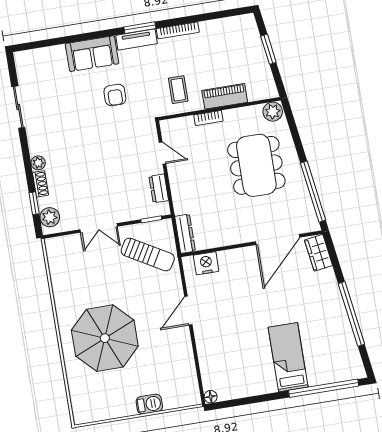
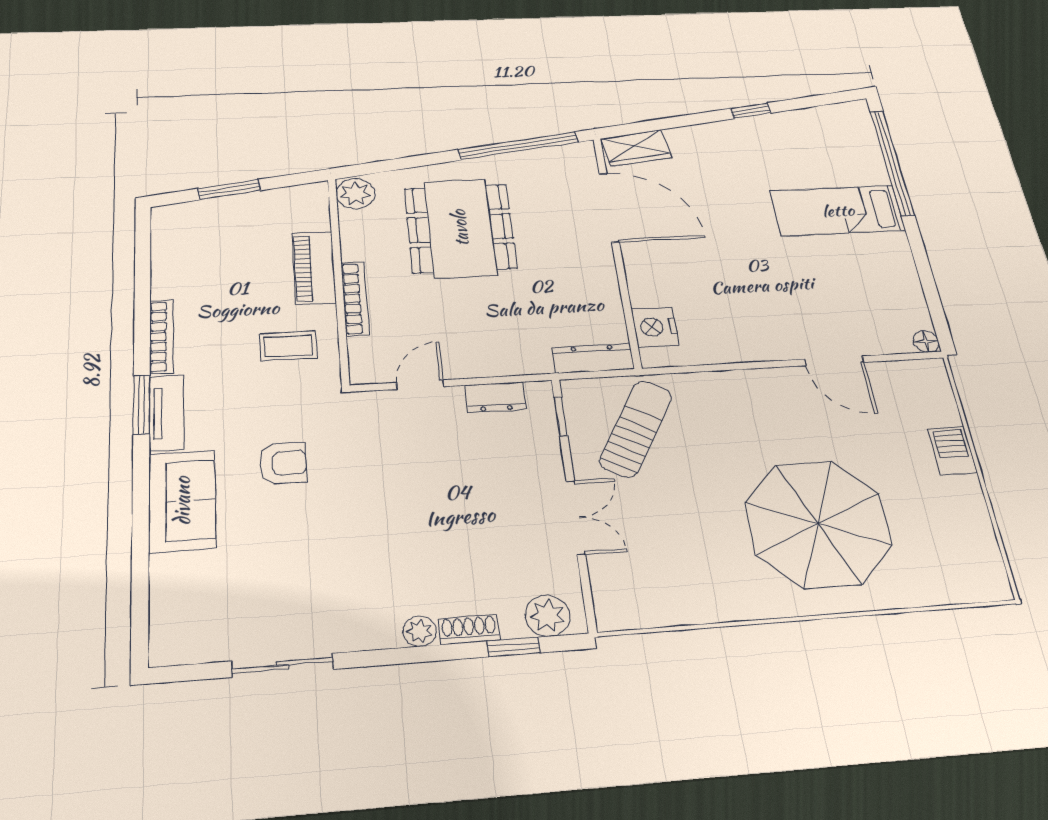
bookcase: (208, 118) -> (355, 299), width x1.56
dining table: (256, 165) -> (460, 228), turned 90
door: (188, 311) -> (834, 361), moved
window: (351, 314) -> (751, 111), width x0.32

